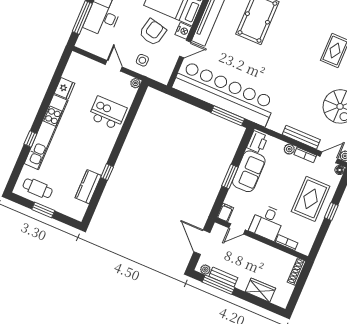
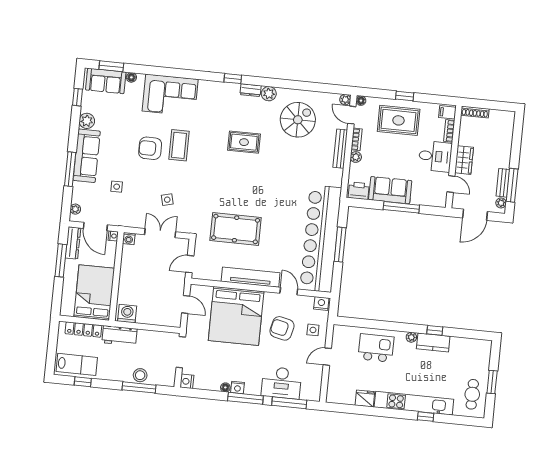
nightstand: (183, 31) -> (321, 304), moved
plant: (135, 83) -> (411, 337), moved
kitchen island: (108, 113) -> (376, 348), turned 90
window: (228, 116) -> (340, 245), moved
window: (230, 177) -> (401, 207), width x1.44
kitchen counter: (88, 187) -> (433, 342), moved
filing cabinet: (225, 213) -> (447, 112), moved
wardrobe: (260, 290) -> (464, 160), moved, turned 180

